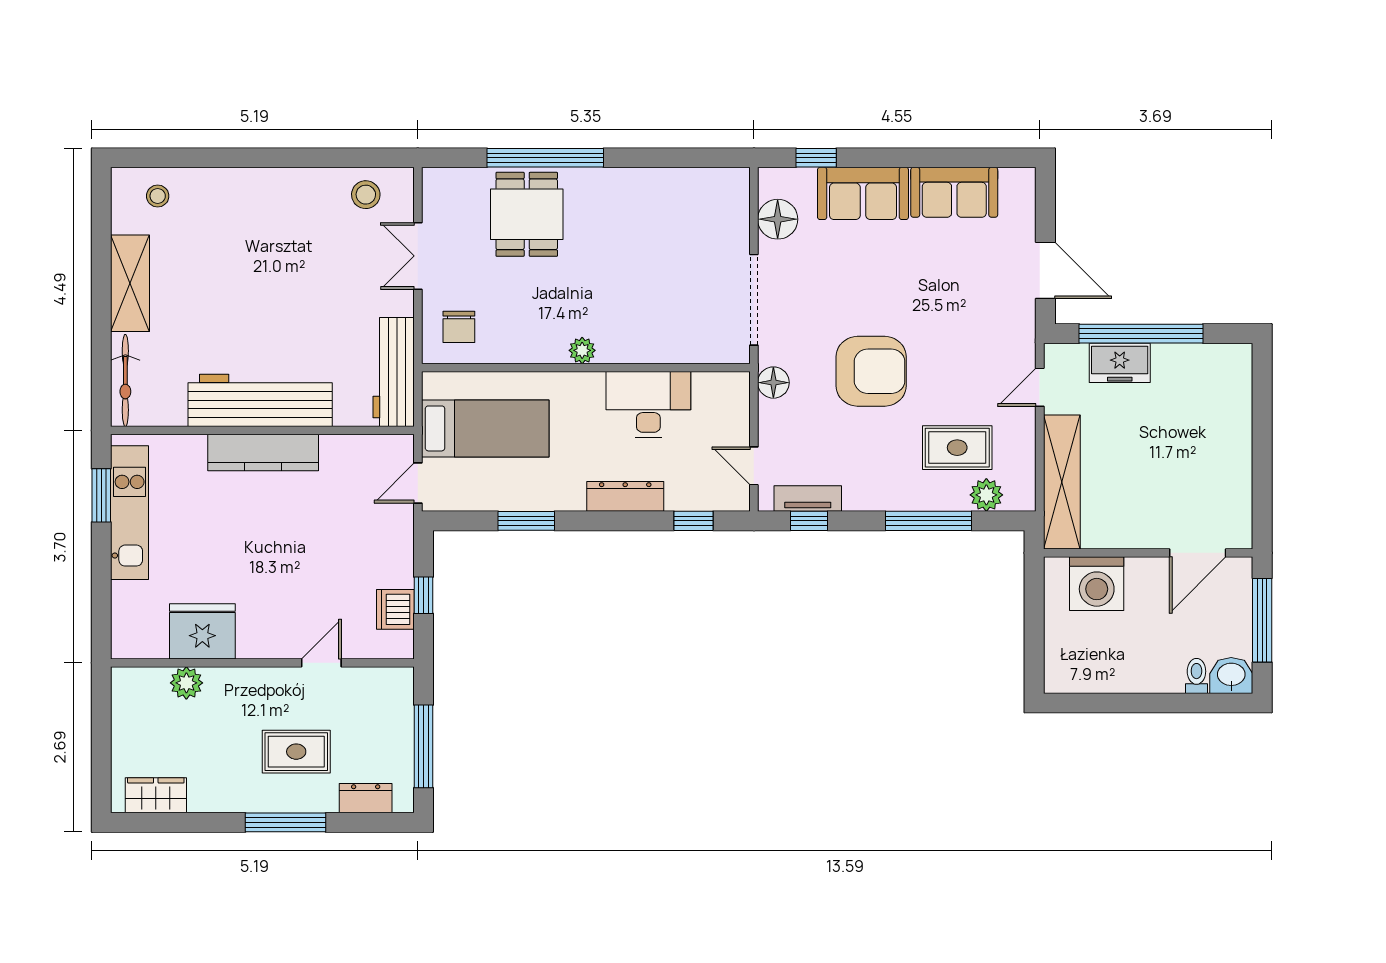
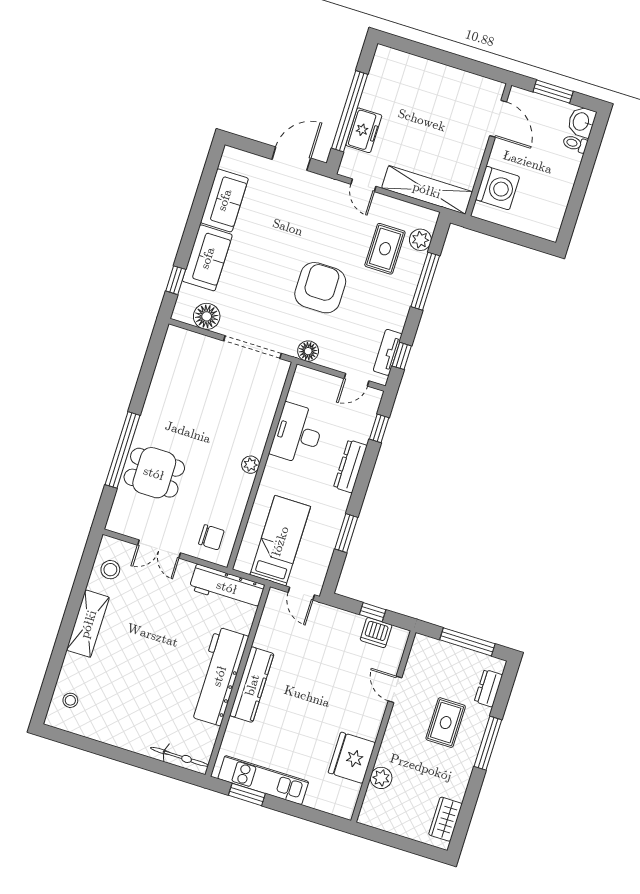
shelving: (130, 283) -> (88, 624), moved, turned 90
window: (1262, 620) -> (553, 92), width x0.69

